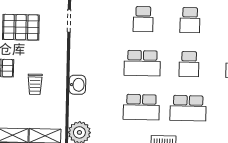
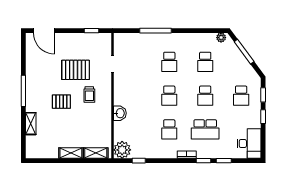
school desk: (142, 63) -> (169, 96), width x0.54
trolley: (35, 84) -> (89, 95), moved
school desk: (141, 107) -> (169, 129), width x0.54

